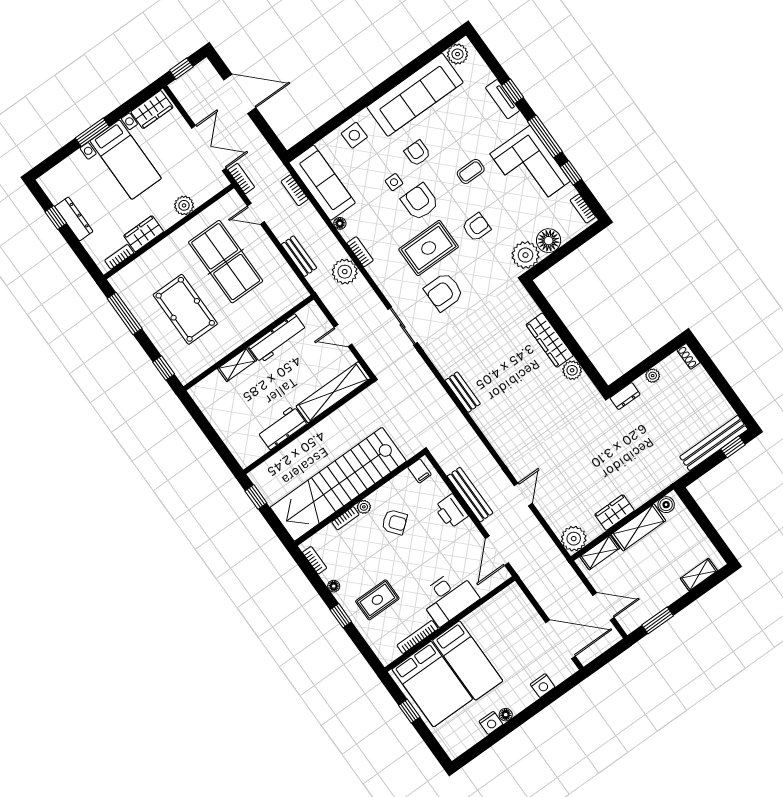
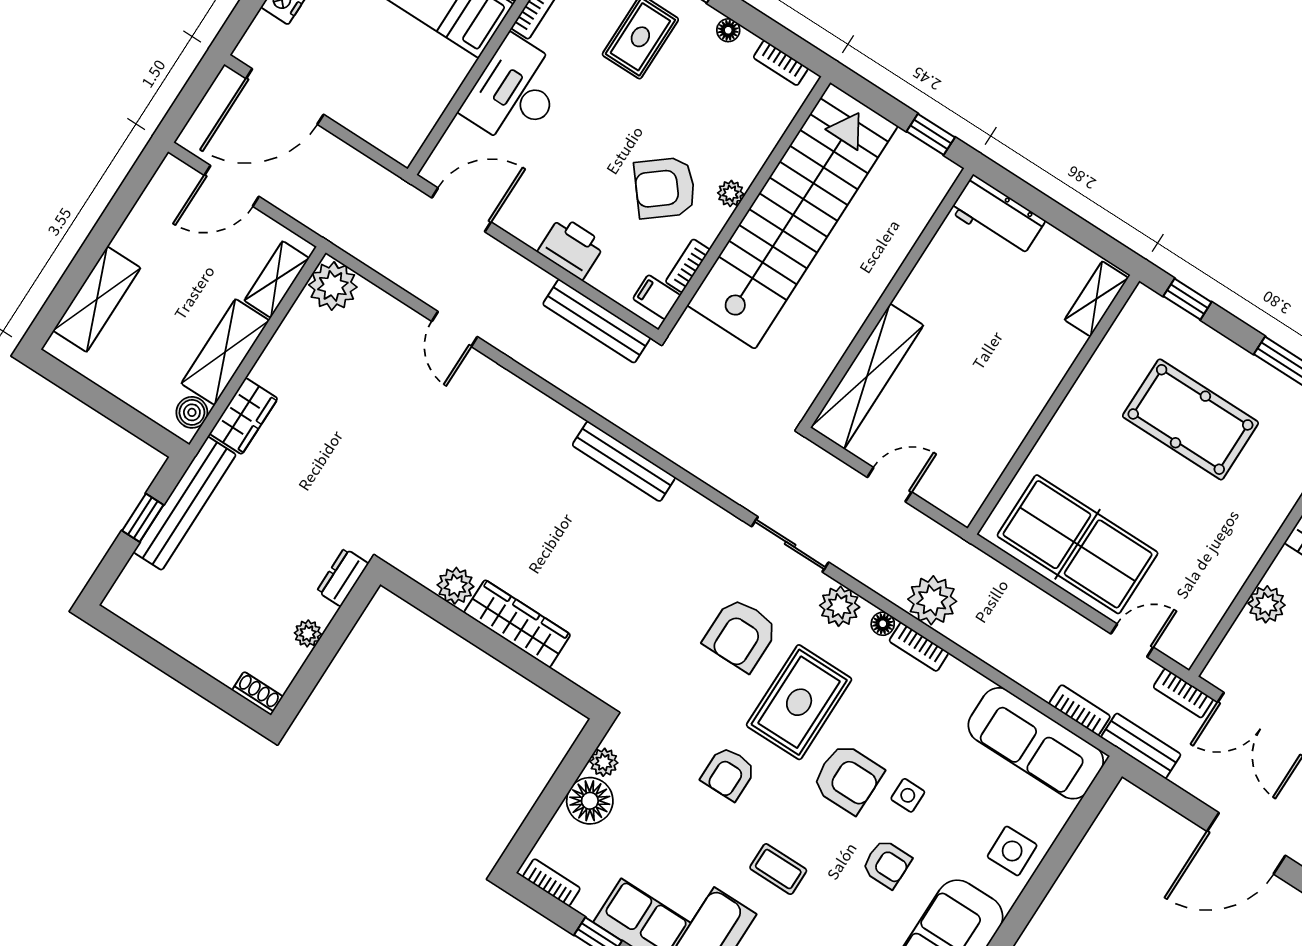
coffee table: (471, 171) -> (778, 869), turned 90
floor lamp: (340, 223) -> (883, 624), moved
plant: (525, 255) -> (604, 762), width x0.53, depth x0.53
bench: (299, 256) -> (1141, 746), moved
table tennis table: (226, 262) -> (1078, 544), moved
plant: (391, 287) -> (840, 606), added
armchair: (444, 292) -> (741, 634), turned 180
workbench: (278, 338) -> (1005, 433), removed
shelving: (237, 364) -> (1096, 299), moved
bench: (463, 392) -> (624, 461), width x1.36
workbench: (282, 428) -> (997, 216), moved, turned 90
bench: (714, 443) -> (185, 503), moved
window: (733, 447) -> (143, 518), moved
bench: (470, 495) -> (597, 321), moved
wardrobe: (615, 513) -> (244, 416), moved
bookcase: (345, 518) -> (688, 266), moved
armchair: (395, 522) -> (665, 188), width x1.38, depth x1.38
door: (497, 551) -> (461, 210), hinge flipped
shelving: (699, 575) -> (97, 299), width x1.50, depth x1.33
window: (658, 620) -> (125, 199), removed

